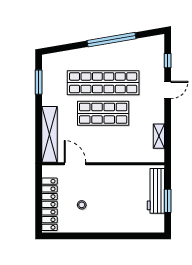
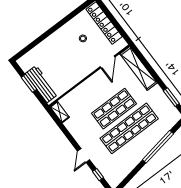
window: (112, 40) -> (158, 147), moved
shelving: (159, 136) -> (60, 112), moved
door: (75, 164) -> (108, 62), hinge flipped

